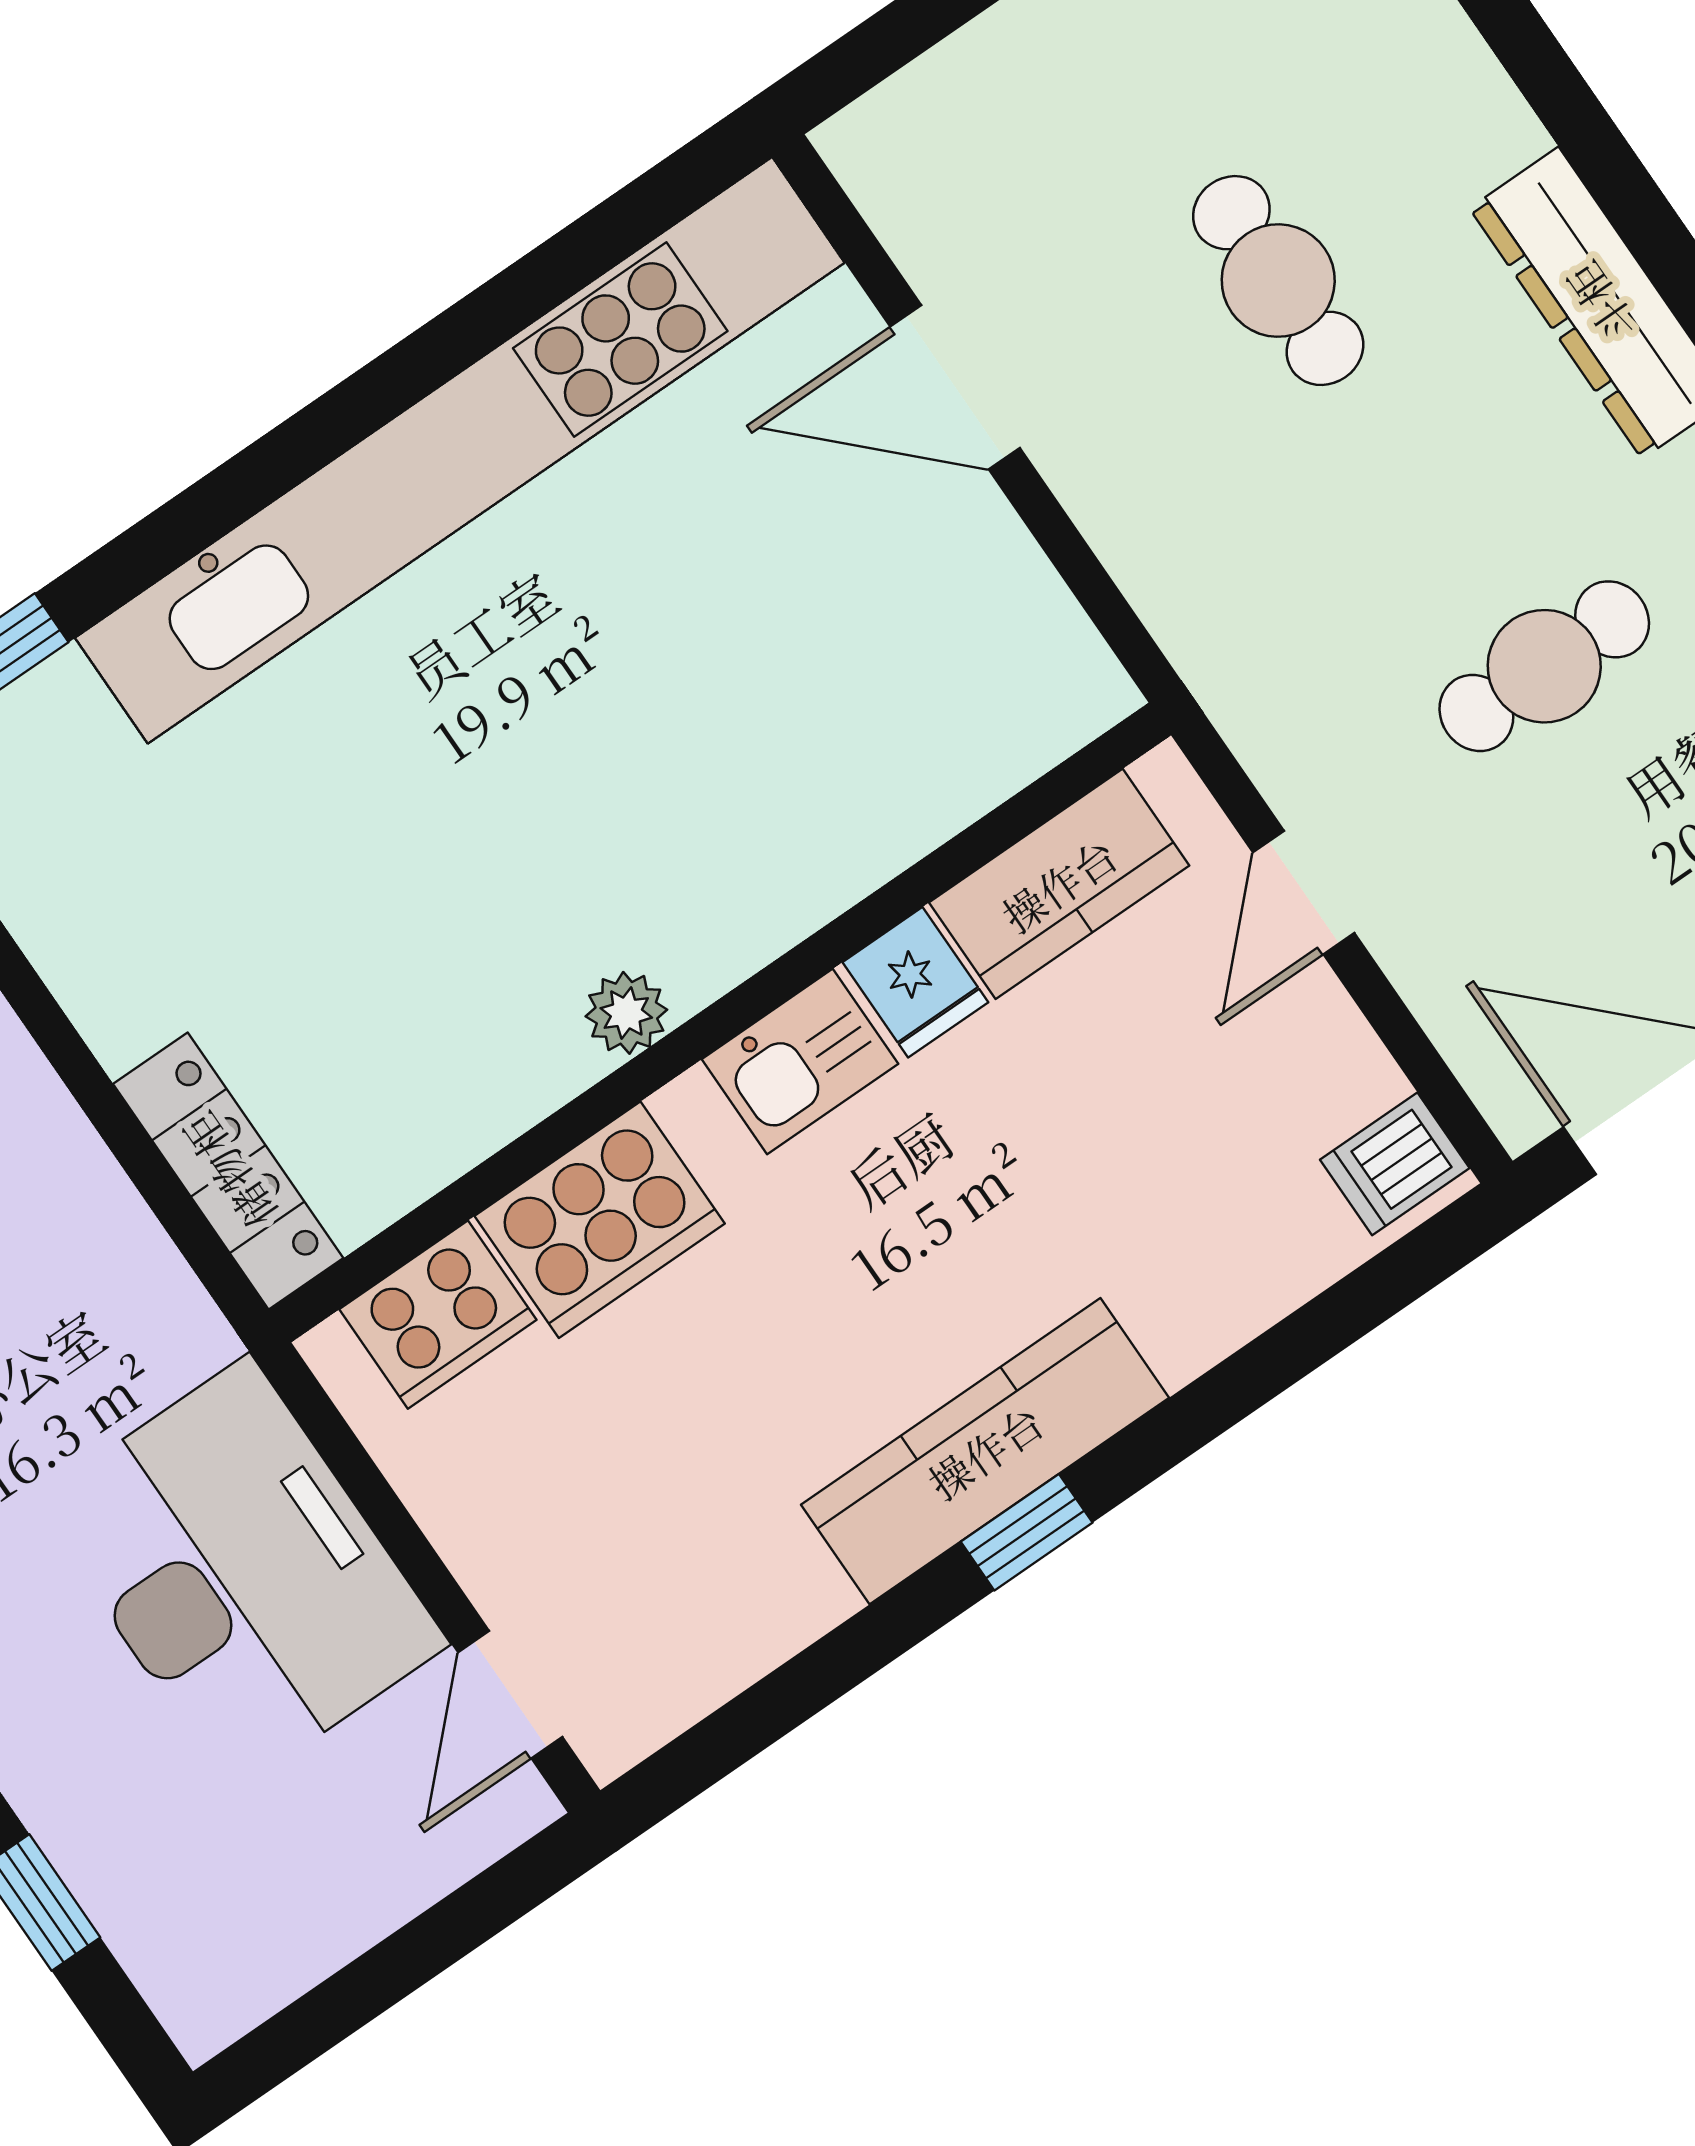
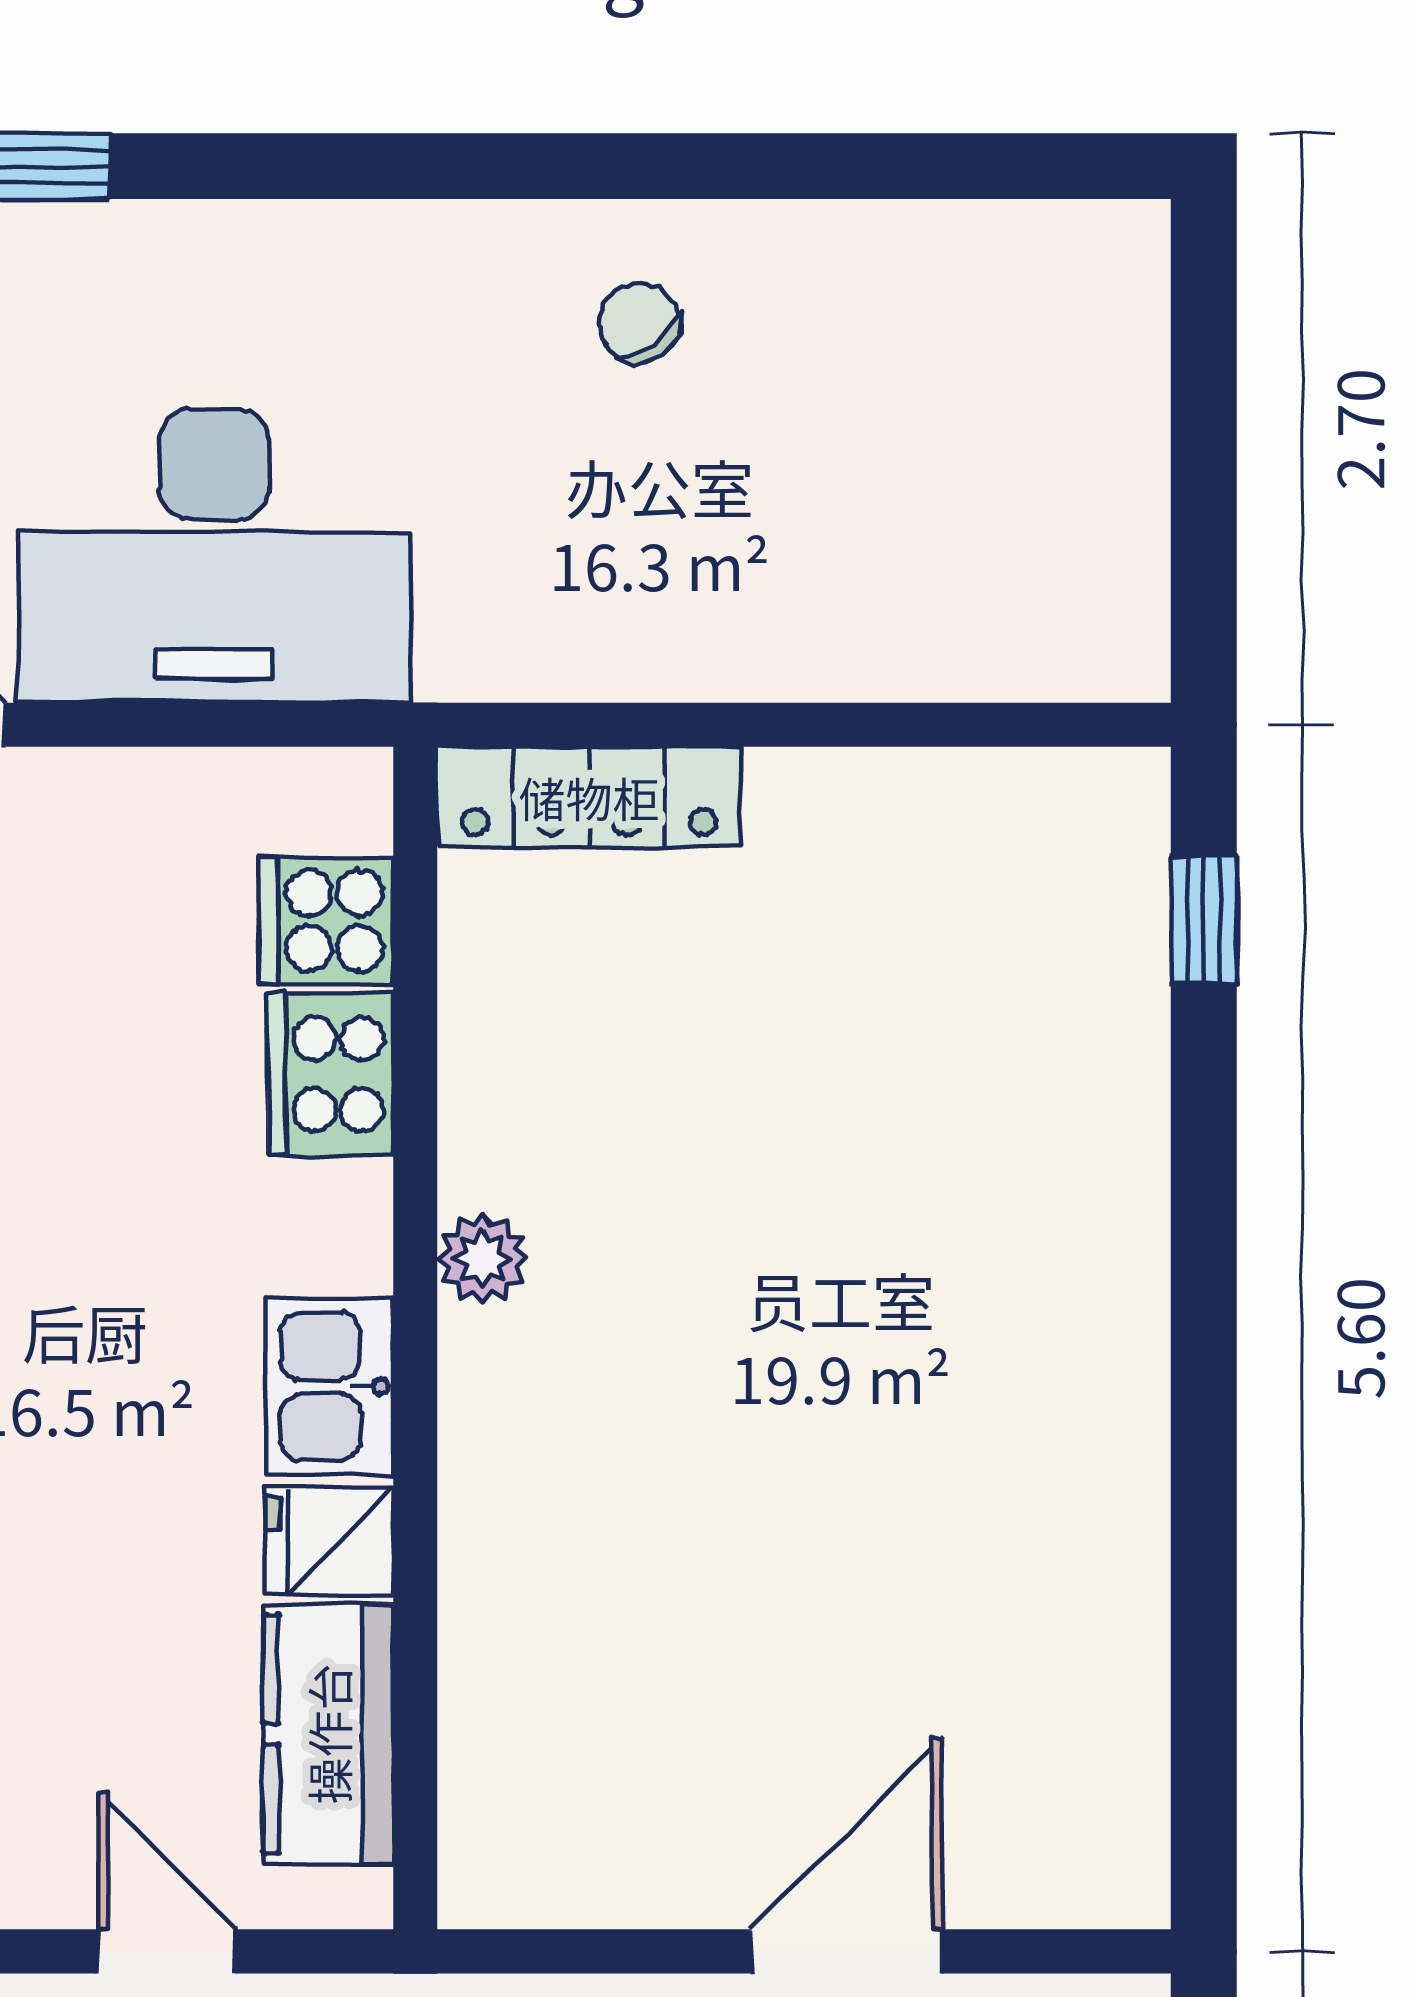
kitchen unit: (460, 450) -> (1100, 1461), removed
cooker: (600, 1220) -> (331, 1074), width x0.73, depth x0.76
cooker: (438, 1315) -> (326, 921), width x0.73

